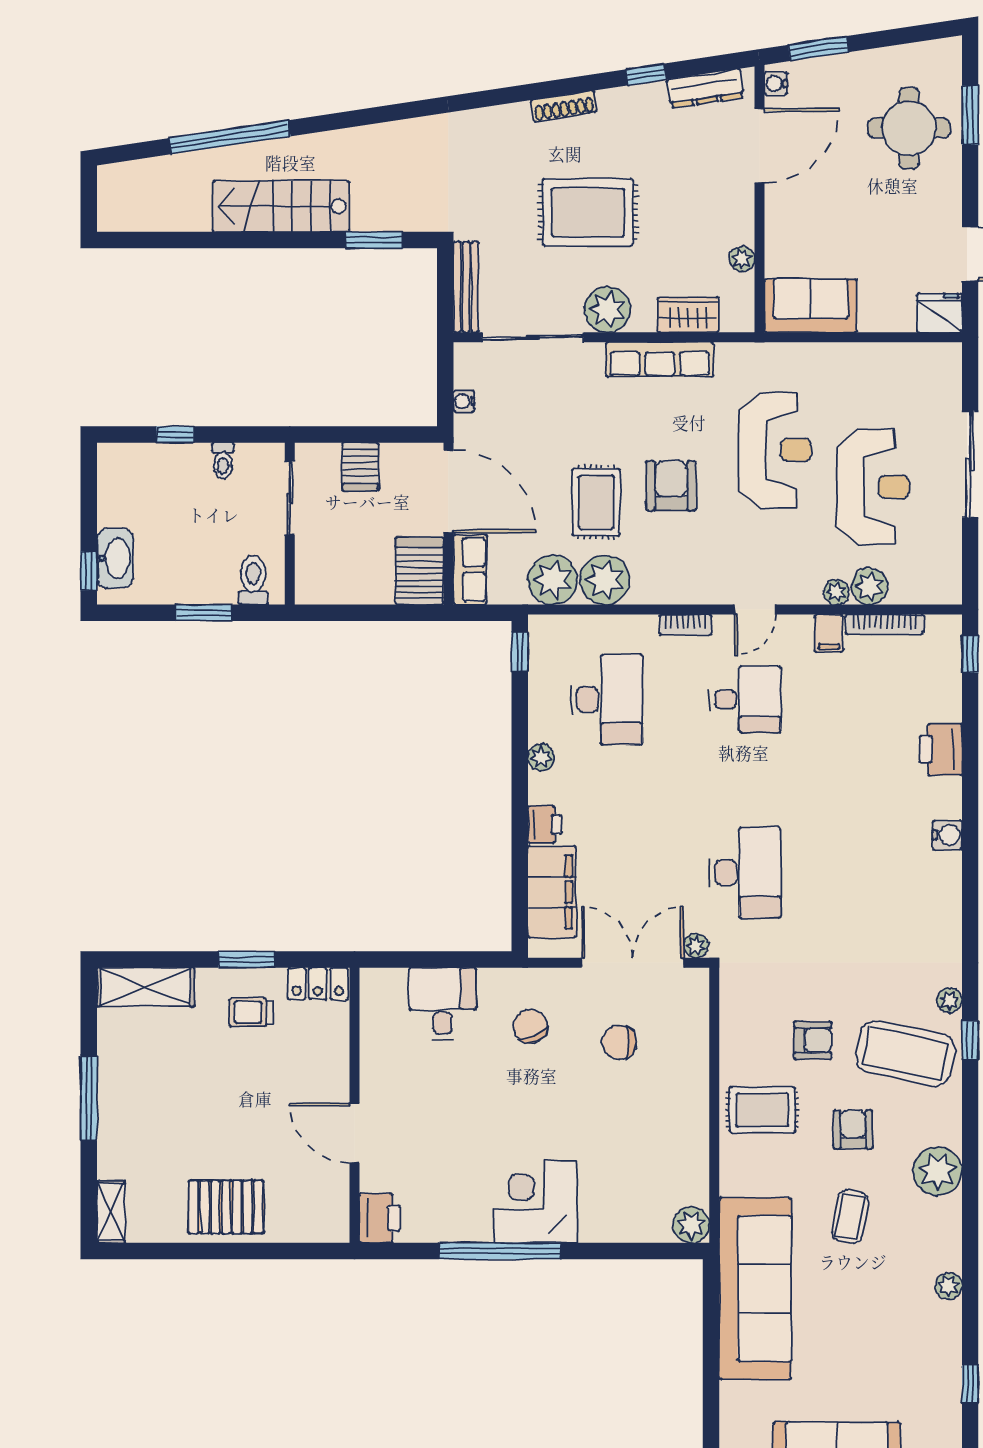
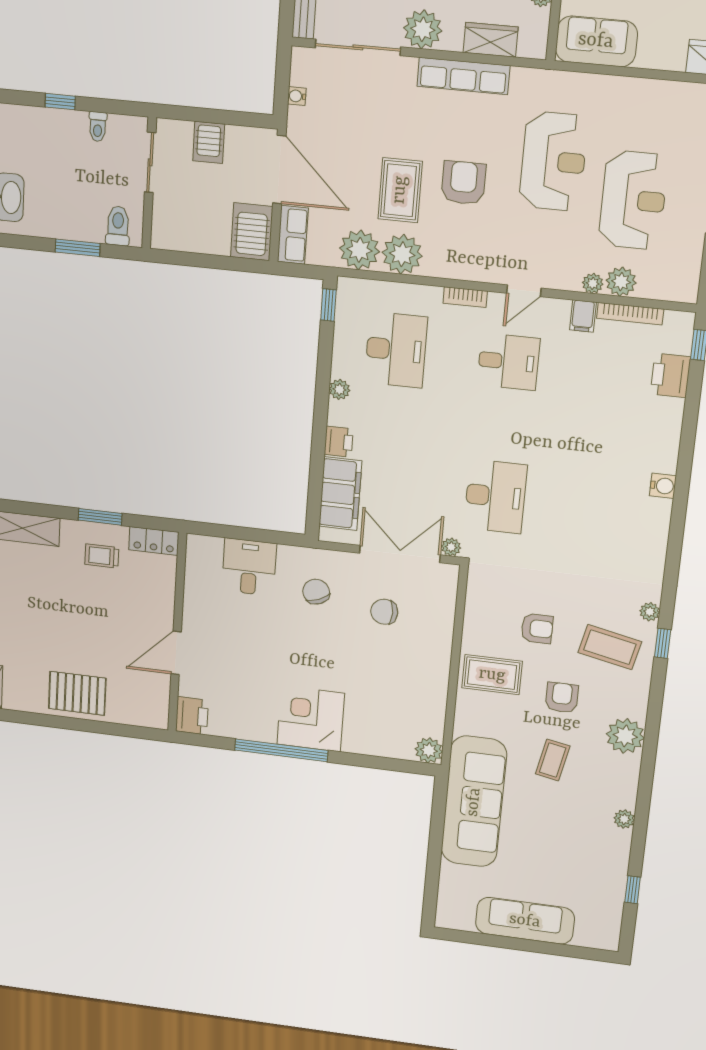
printer: (941, 749) -> (671, 375), moved
coffee table: (906, 1054) -> (610, 647), width x0.73, depth x0.76
door: (354, 1133) -> (176, 653), hinge flipped

